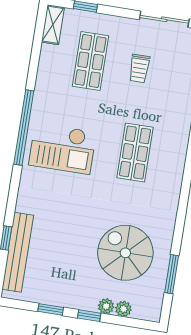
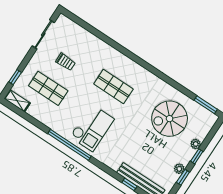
window: (172, 274) -> (206, 105), moved
plant: (123, 309) -> (179, 169), moved

